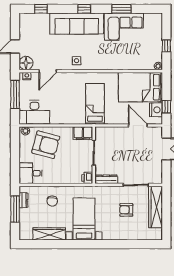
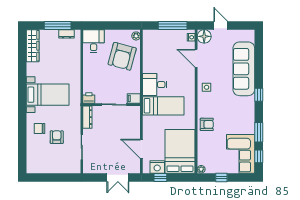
window: (41, 9) -> (259, 156), moved
sofa: (77, 24) -> (244, 69), moved
corner sofa: (124, 27) -> (241, 154), moved
armchair: (114, 60) -> (207, 124), added
desk: (34, 112) -> (155, 85), moved, width x0.73
door: (138, 125) -> (141, 149), swing flipped
filing cabinet: (83, 133) -> (134, 98), width x0.50
chair: (52, 201) -> (40, 128), moved
wardrobe: (156, 207) -> (60, 167), removed
wardrobe: (49, 234) -> (33, 46), moved

